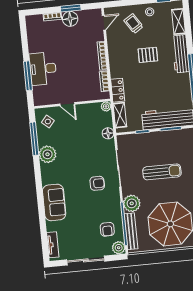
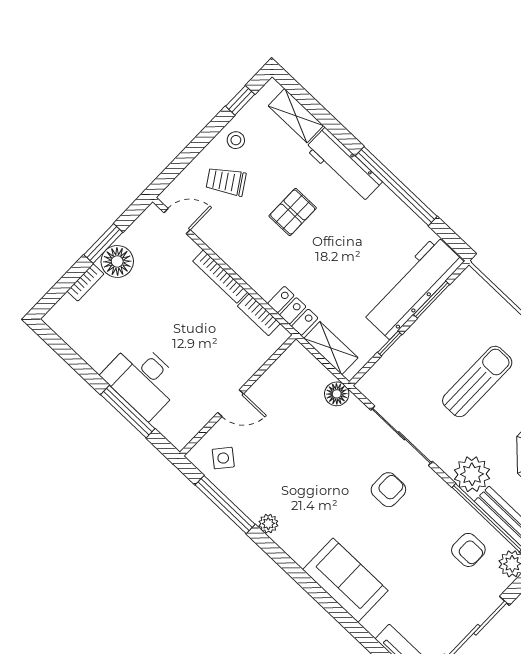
door: (104, 23) -> (177, 221), hinge flipped
plant: (106, 106) -> (296, 353), removed
plant: (47, 154) -> (268, 524), width x0.53, depth x0.53

